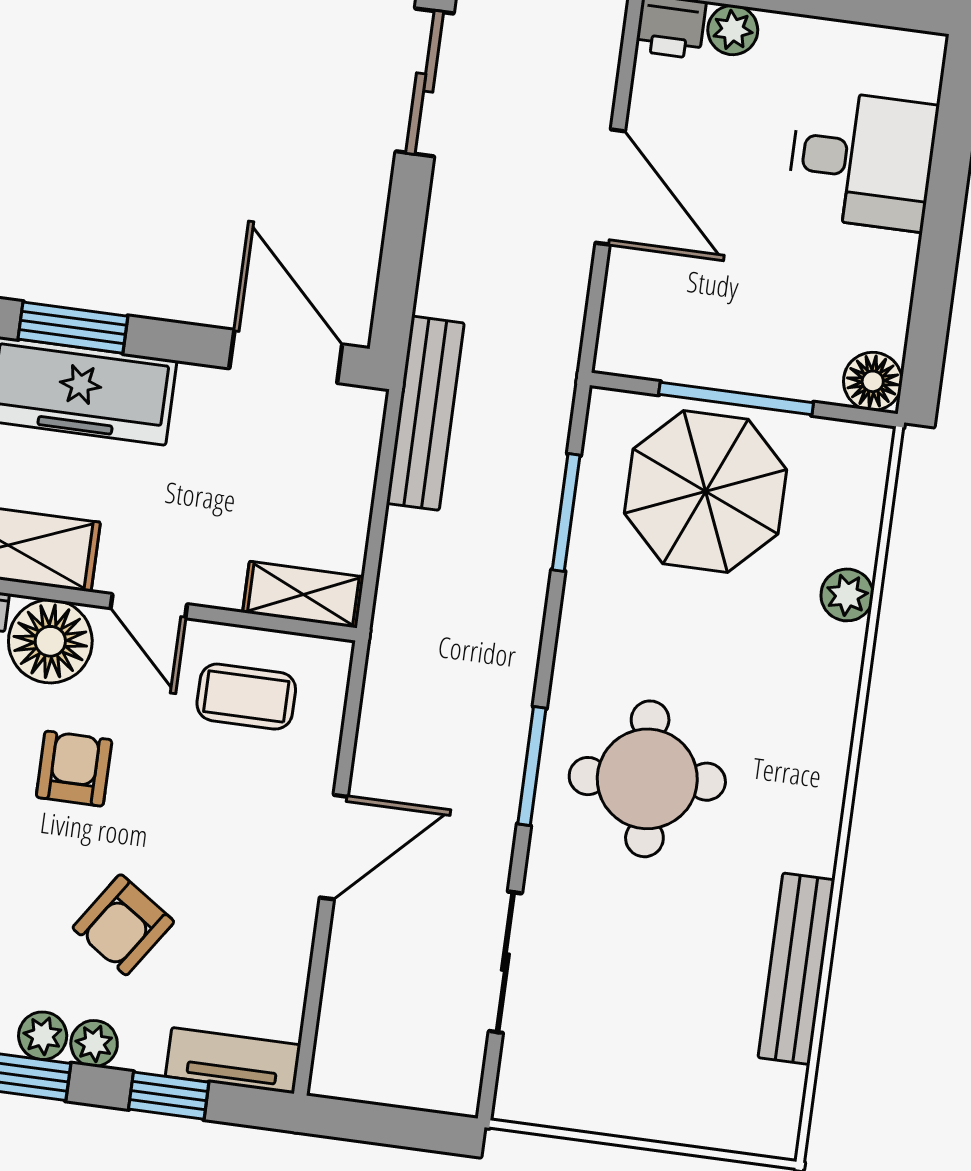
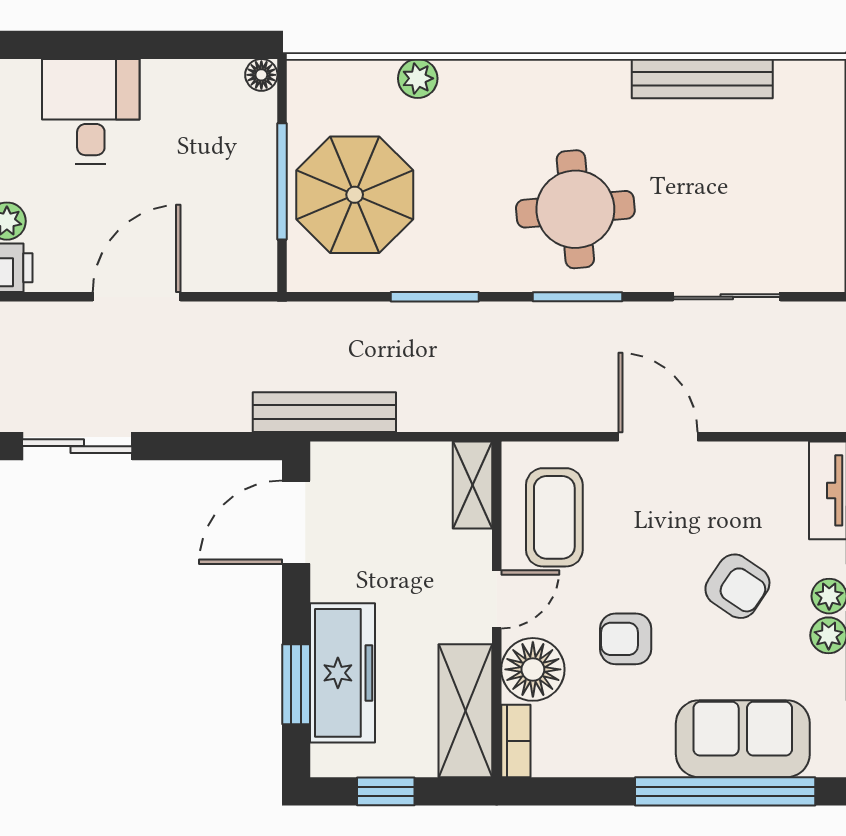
floor lamp: (873, 381) -> (261, 75), width x0.73, depth x0.73
window: (566, 513) -> (435, 297), moved
coffee table: (246, 697) -> (554, 517), width x1.36, depth x1.30

